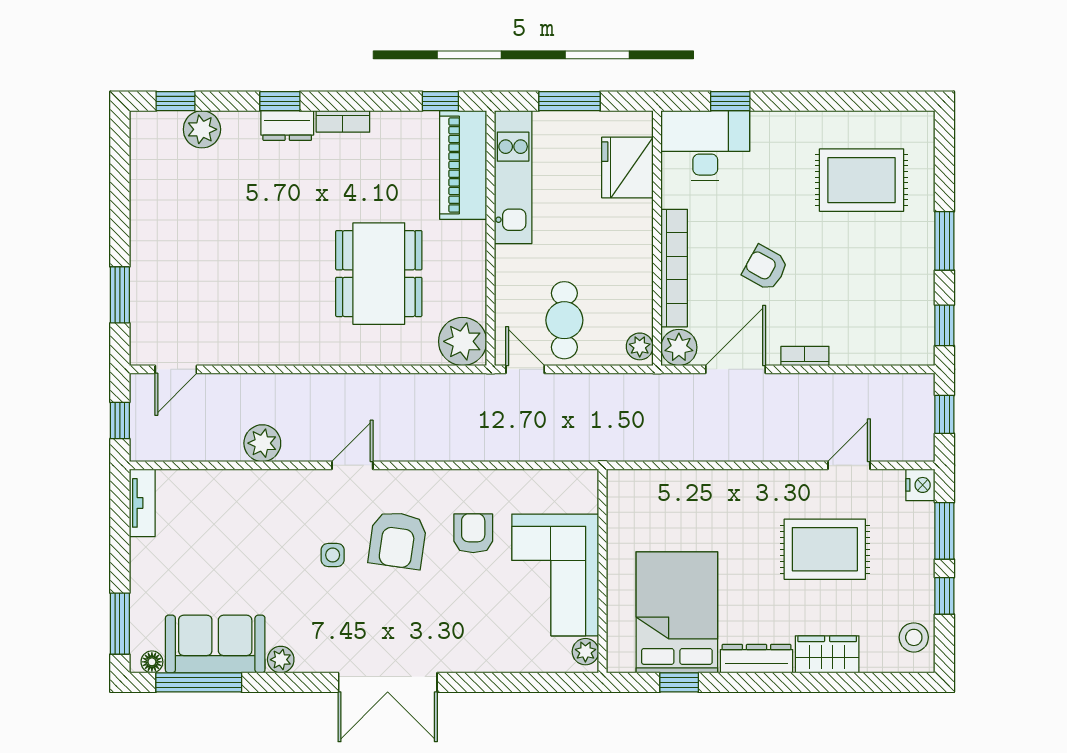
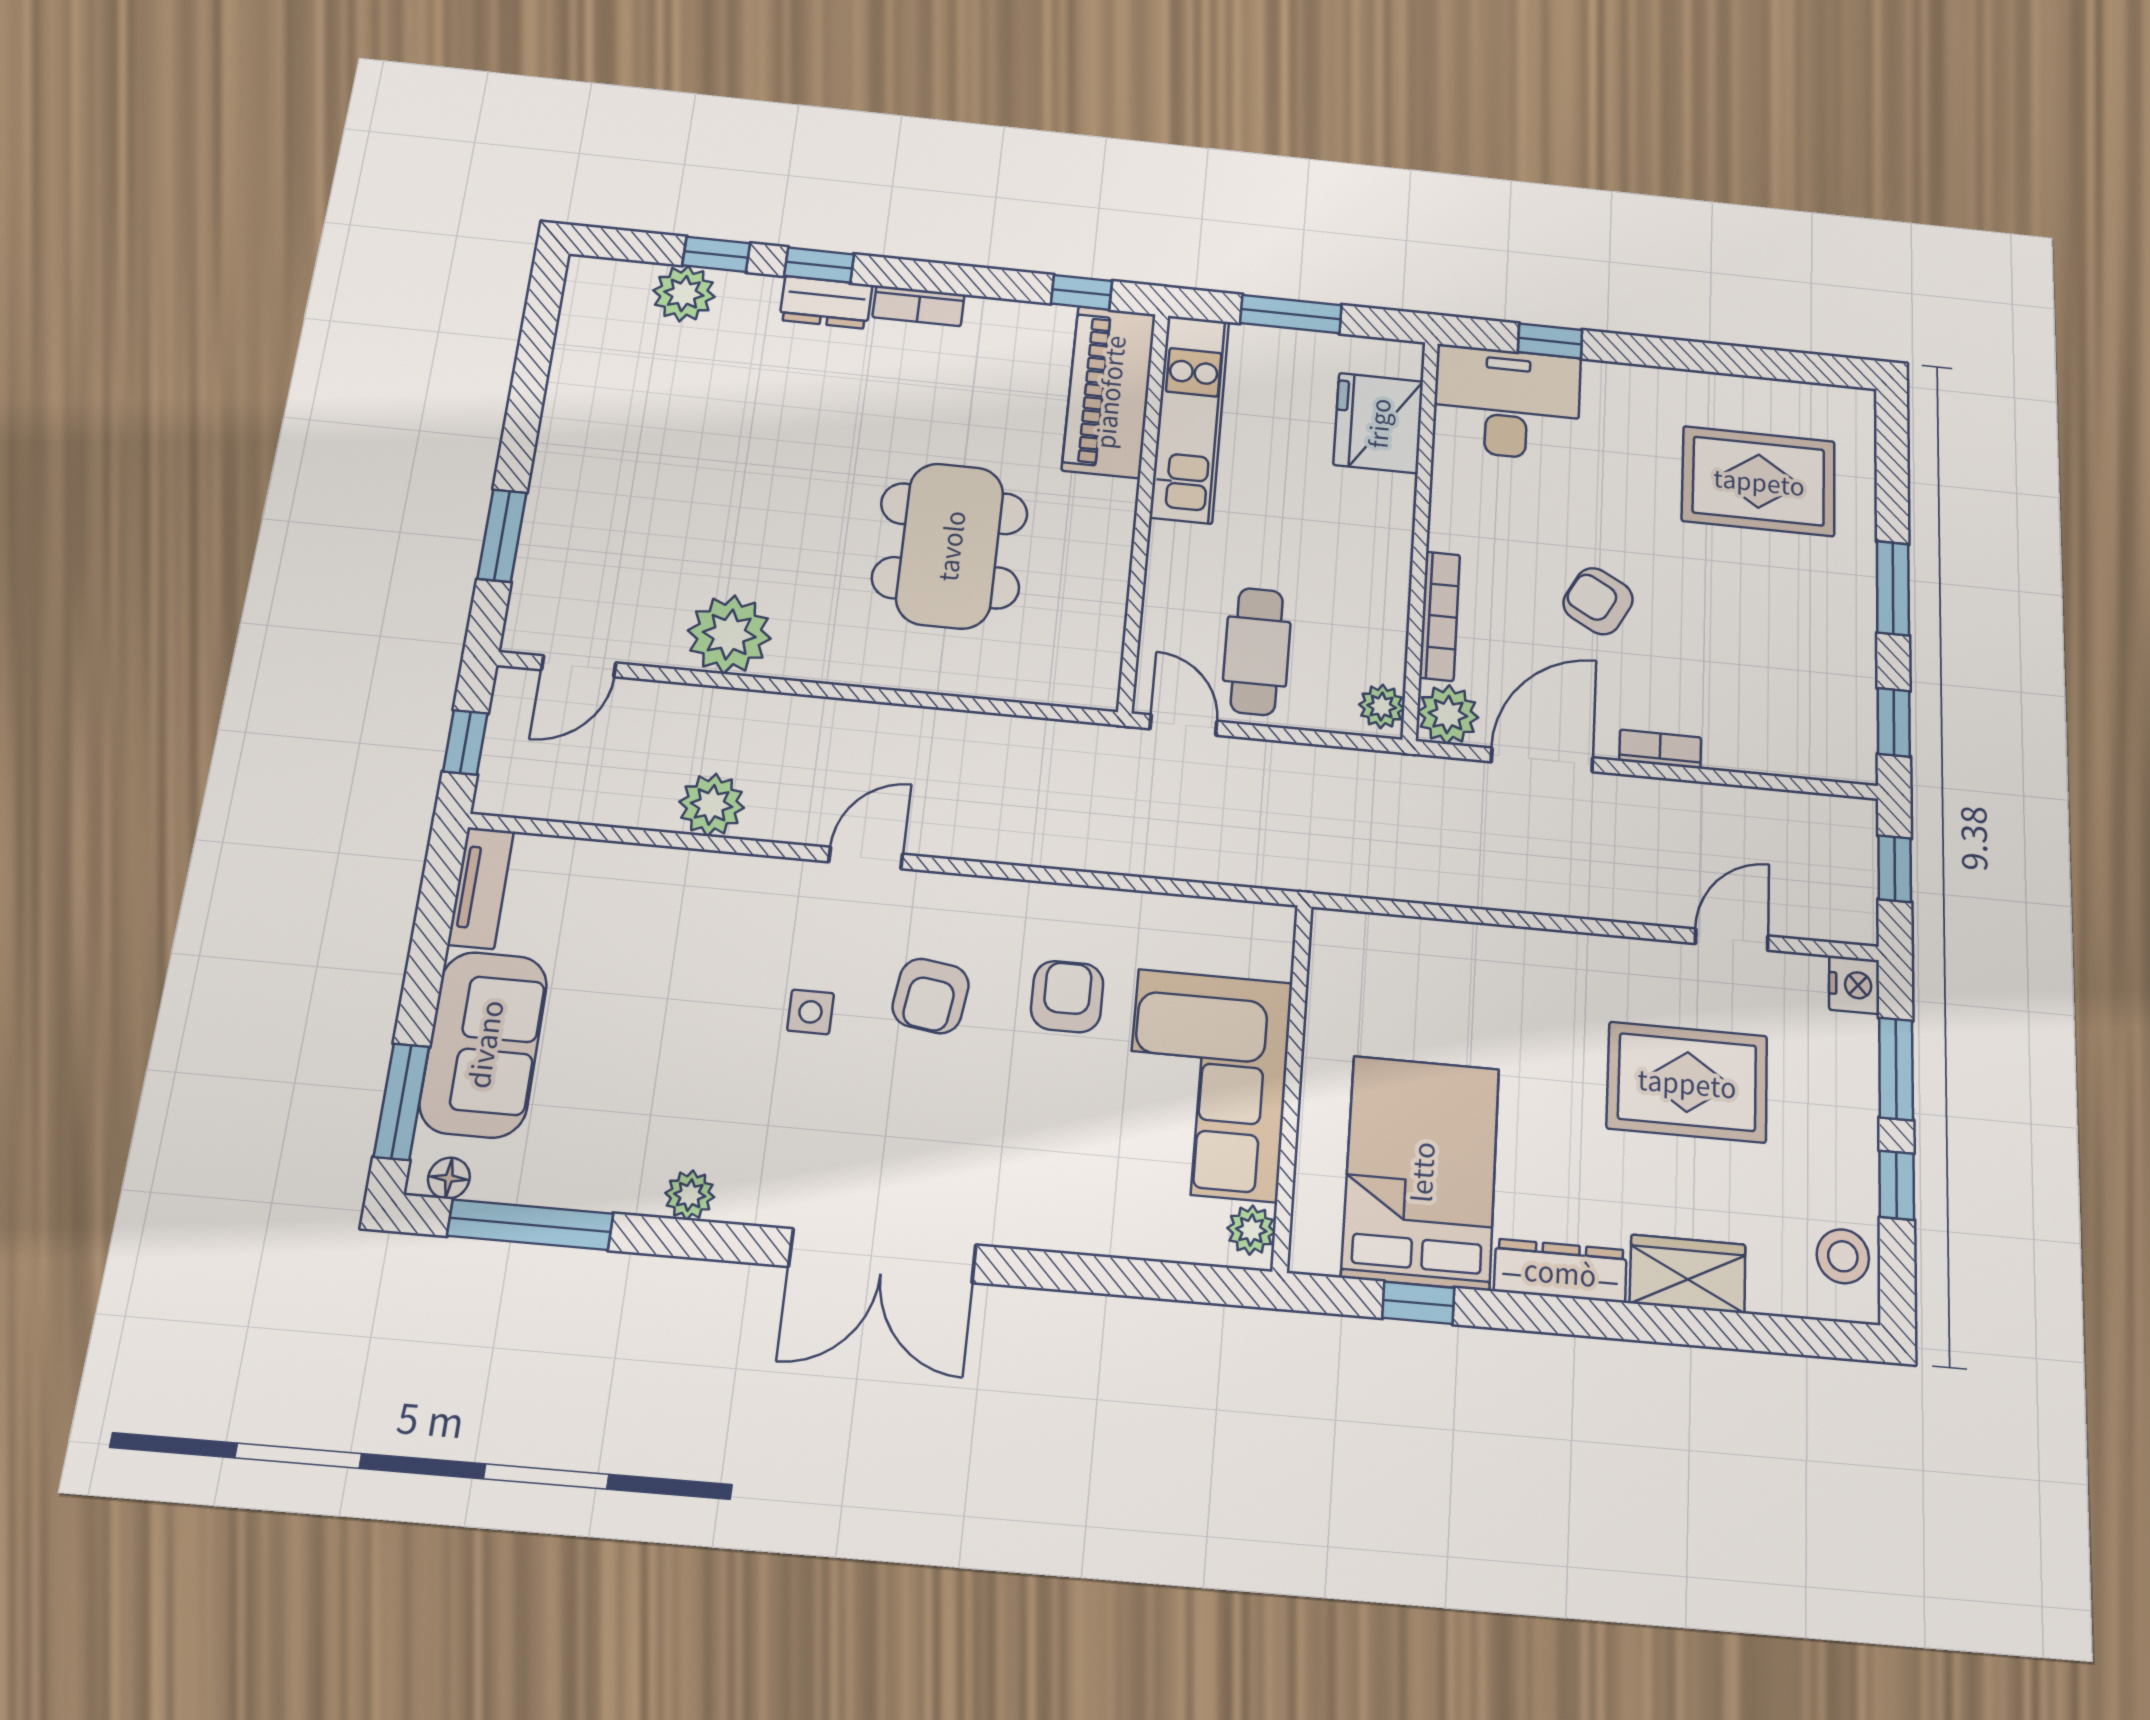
window: (176, 101) -> (716, 254), moved
bookcase: (674, 268) -> (1440, 616), width x0.68, depth x0.76
plant: (463, 341) -> (729, 634), moved
armchair: (398, 540) -> (931, 996), width x0.72, depth x0.72
sofa: (215, 644) -> (484, 1044), moved, turned 90

